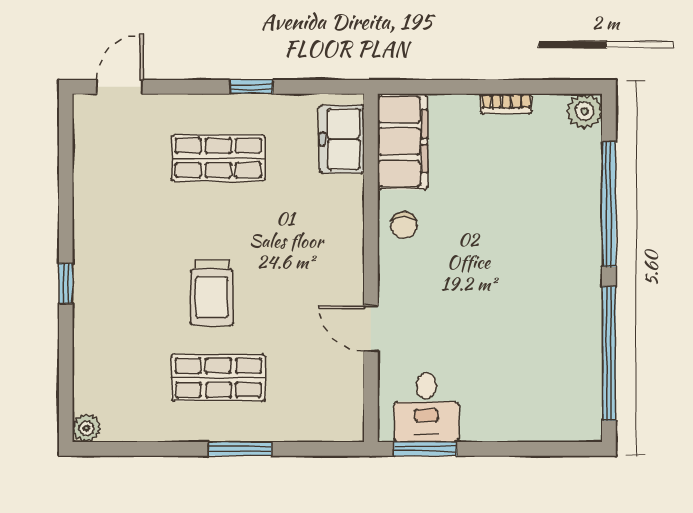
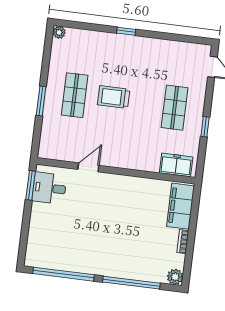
filing cabinet: (402, 141) -> (181, 206), moved, turned 90
chair: (404, 225) -> (133, 188), removed

